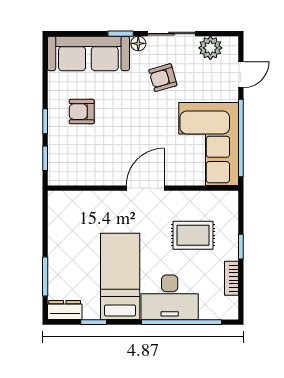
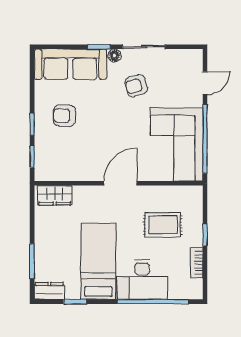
plant: (210, 48) -> (178, 59), removed
wardrobe: (71, 202) -> (55, 195), added

